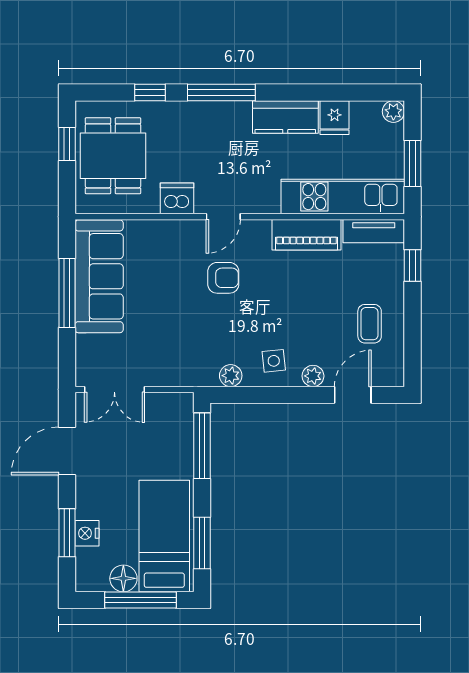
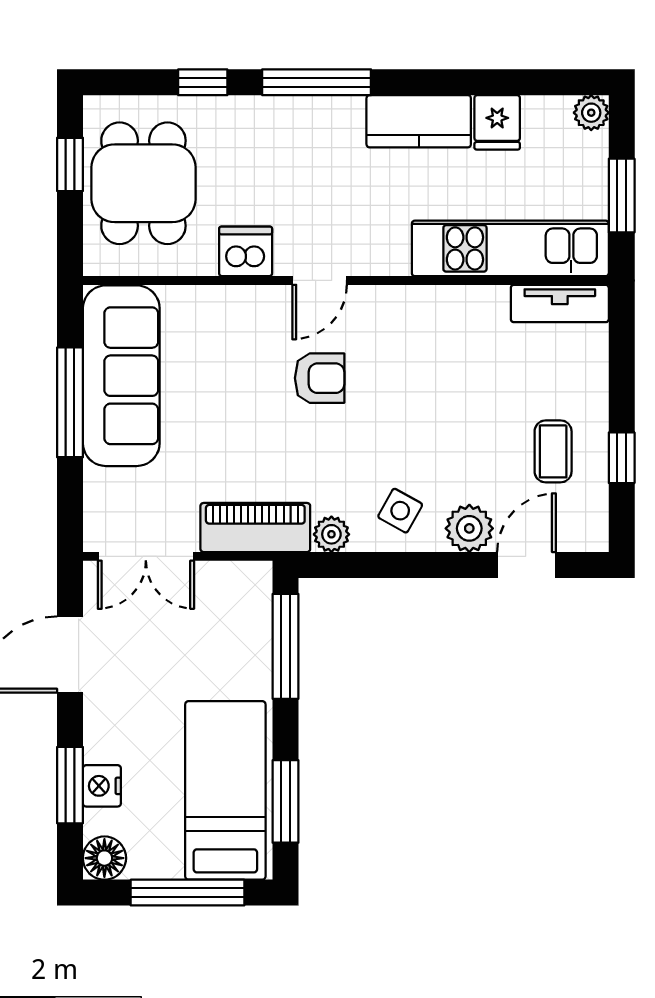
piano: (307, 235) -> (255, 528), moved, turned 180
window: (412, 266) -> (622, 458), moved
side table: (274, 361) -> (400, 511), turned 35
plant: (313, 376) -> (469, 528), width x1.38, depth x1.38
floor lamp: (123, 578) -> (104, 858), moved

